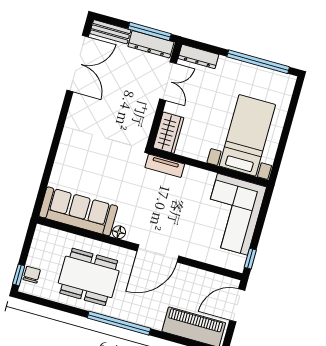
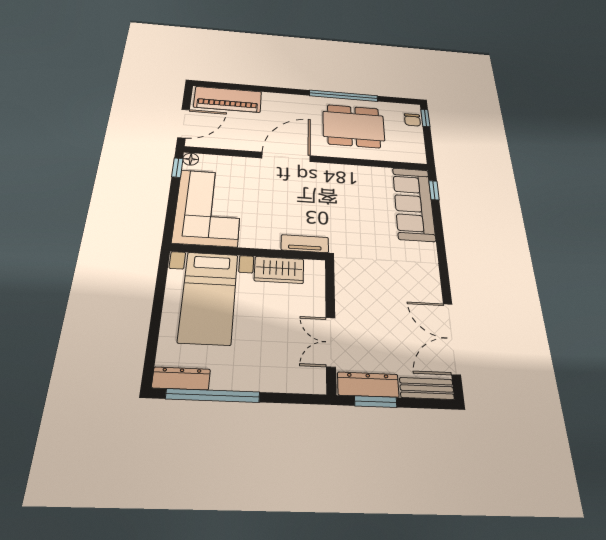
window: (150, 31) -> (376, 402), width x0.69
dresser: (198, 57) -> (181, 378), moved
wardrobe: (169, 133) -> (279, 270), moved, turned -90
window: (41, 195) -> (434, 190), added
sofa: (78, 211) -> (414, 204), moved, turned 90
floor lamp: (119, 232) -> (191, 159), moved
window: (119, 323) -> (344, 96), moved

